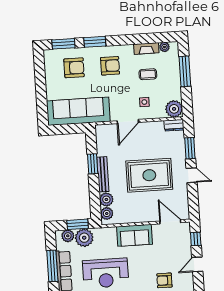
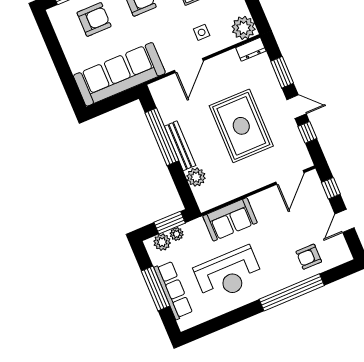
window: (93, 164) -> (162, 137), width x2.11
rug: (149, 175) -> (241, 126), turned 90
window: (193, 195) -> (307, 132), added
plant: (107, 213) -> (203, 195), removed
door: (170, 222) -> (290, 177), swing flipped
sofa: (134, 235) -> (230, 219), moved
plant: (84, 238) -> (177, 234), width x0.53, depth x0.53

